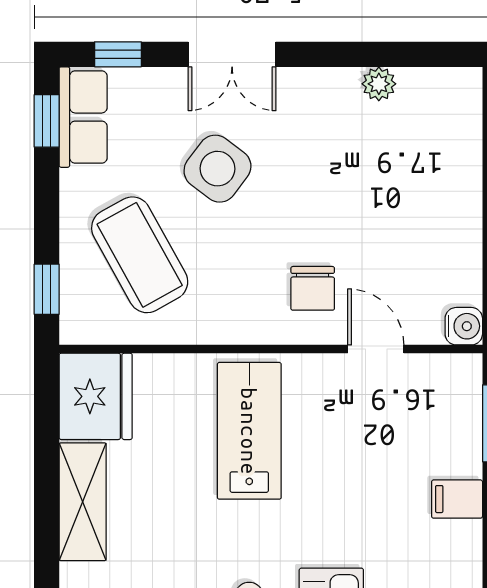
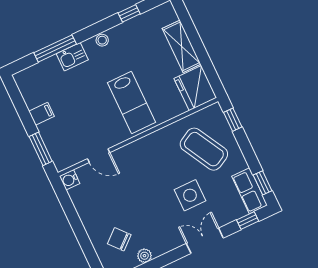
side table: (217, 169) -> (190, 195), turned -37
chair: (313, 288) -> (119, 239), moved, turned -41

